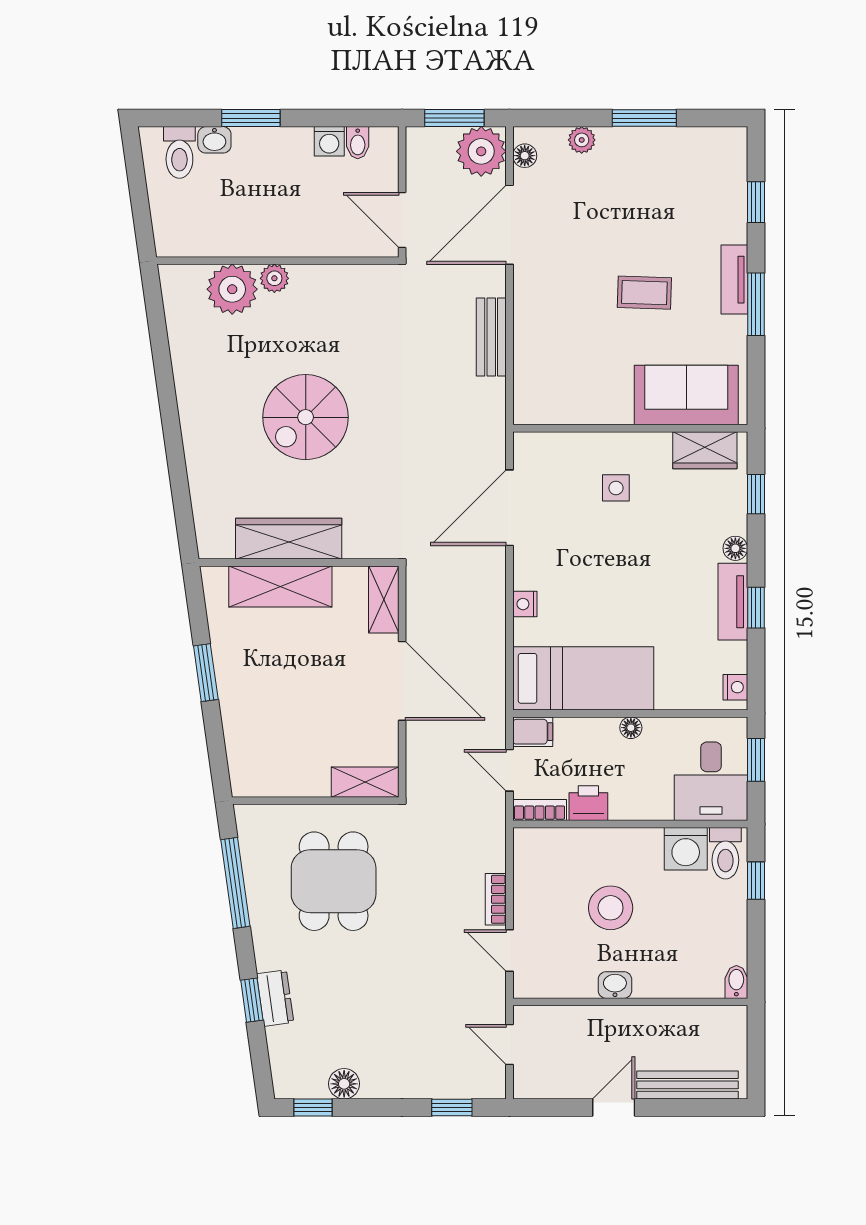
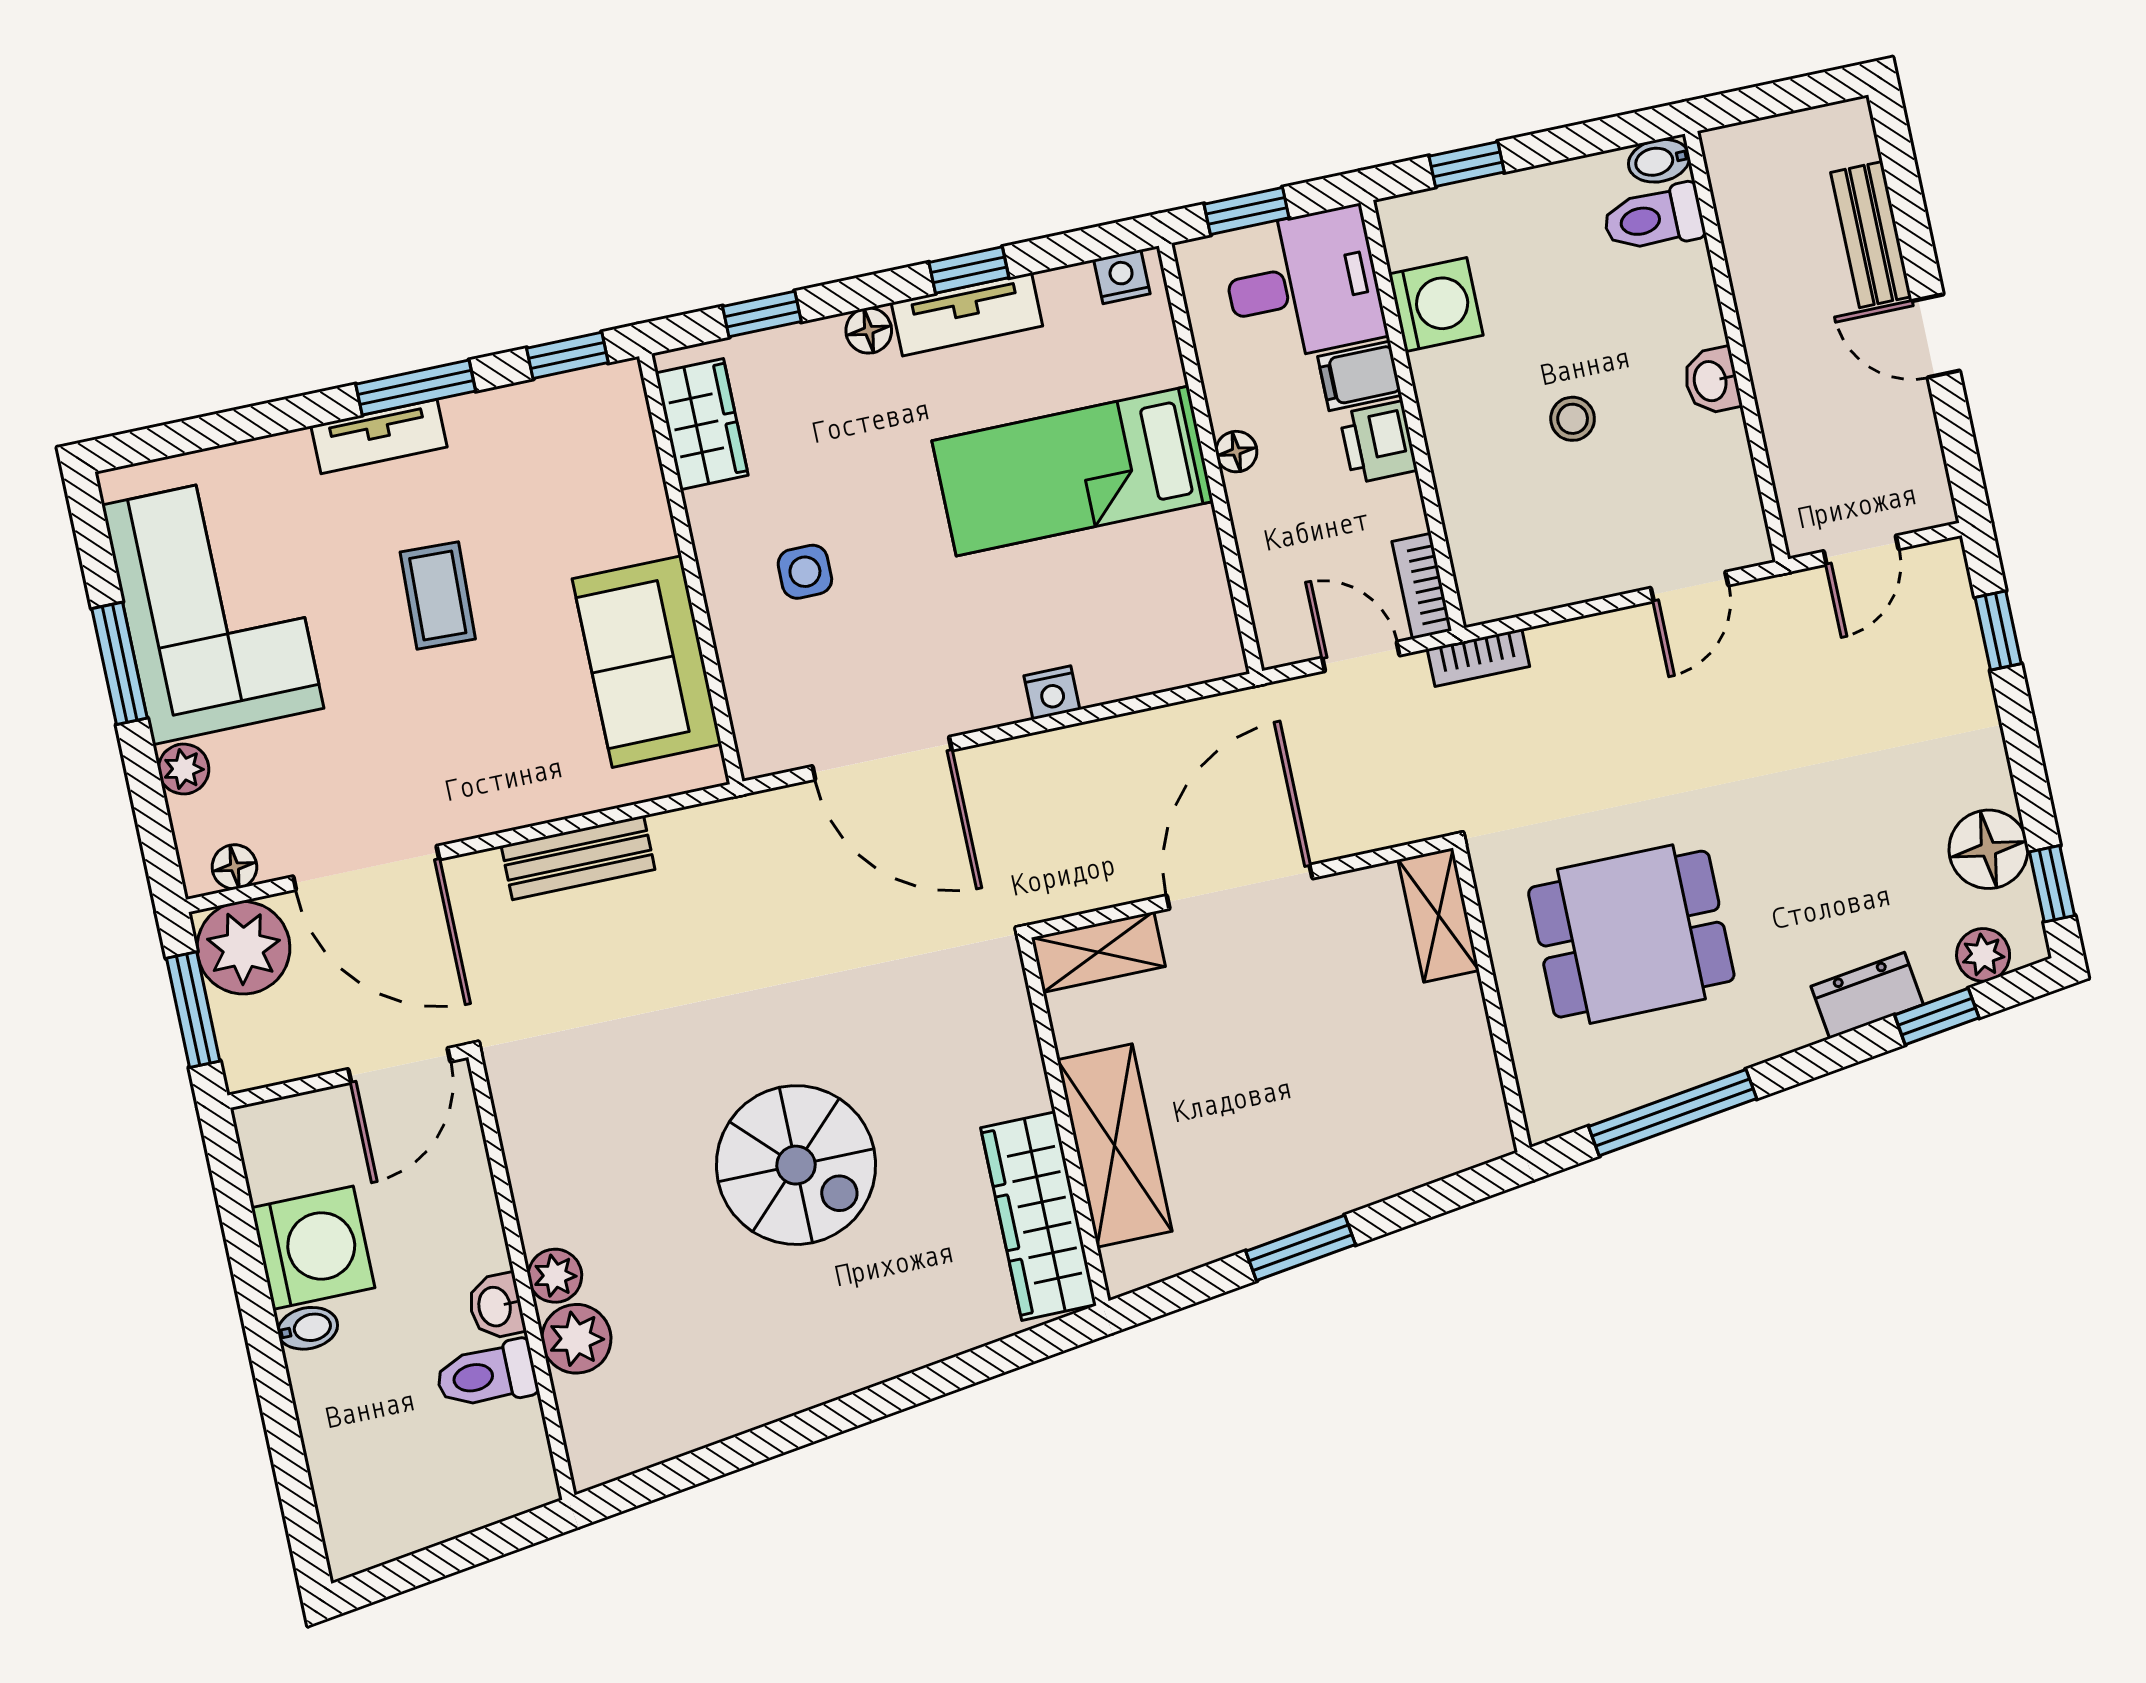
window: (251, 118) -> (272, 1381), removed
washbasin: (214, 140) -> (496, 1306), moved, turned 180
washing machine: (329, 141) -> (313, 1248), width x1.89, depth x1.89
bidet: (358, 143) -> (308, 1328), moved
toilet: (179, 152) -> (487, 1375), moved, turned 180
corner sofa: (664, 173) -> (213, 607), added
window: (756, 202) -> (567, 355), moved
plant: (232, 289) -> (576, 1339), width x0.73, depth x0.73
sofa: (686, 395) -> (647, 662), moved
wardrobe: (289, 539) -> (1039, 1216), moved
bed: (583, 678) -> (1073, 471), moved, turned -90
filing cabinet: (533, 732) -> (1360, 376), moved, turned -90
door: (509, 770) -> (1361, 656), swing flipped
printer: (588, 803) -> (1378, 442), moved
toilet: (725, 853) -> (1654, 218), moved, turned 180
bookcase: (496, 899) -> (1478, 658), moved
stool: (611, 908) -> (1573, 419), width x0.53, depth x0.53
window: (252, 1000) -> (1937, 1016), moved
plant: (283, 1063) -> (1983, 955), added
floor lamp: (344, 1084) -> (1988, 849), width x1.38, depth x1.38
bench: (687, 1085) -> (1871, 235), width x0.73

